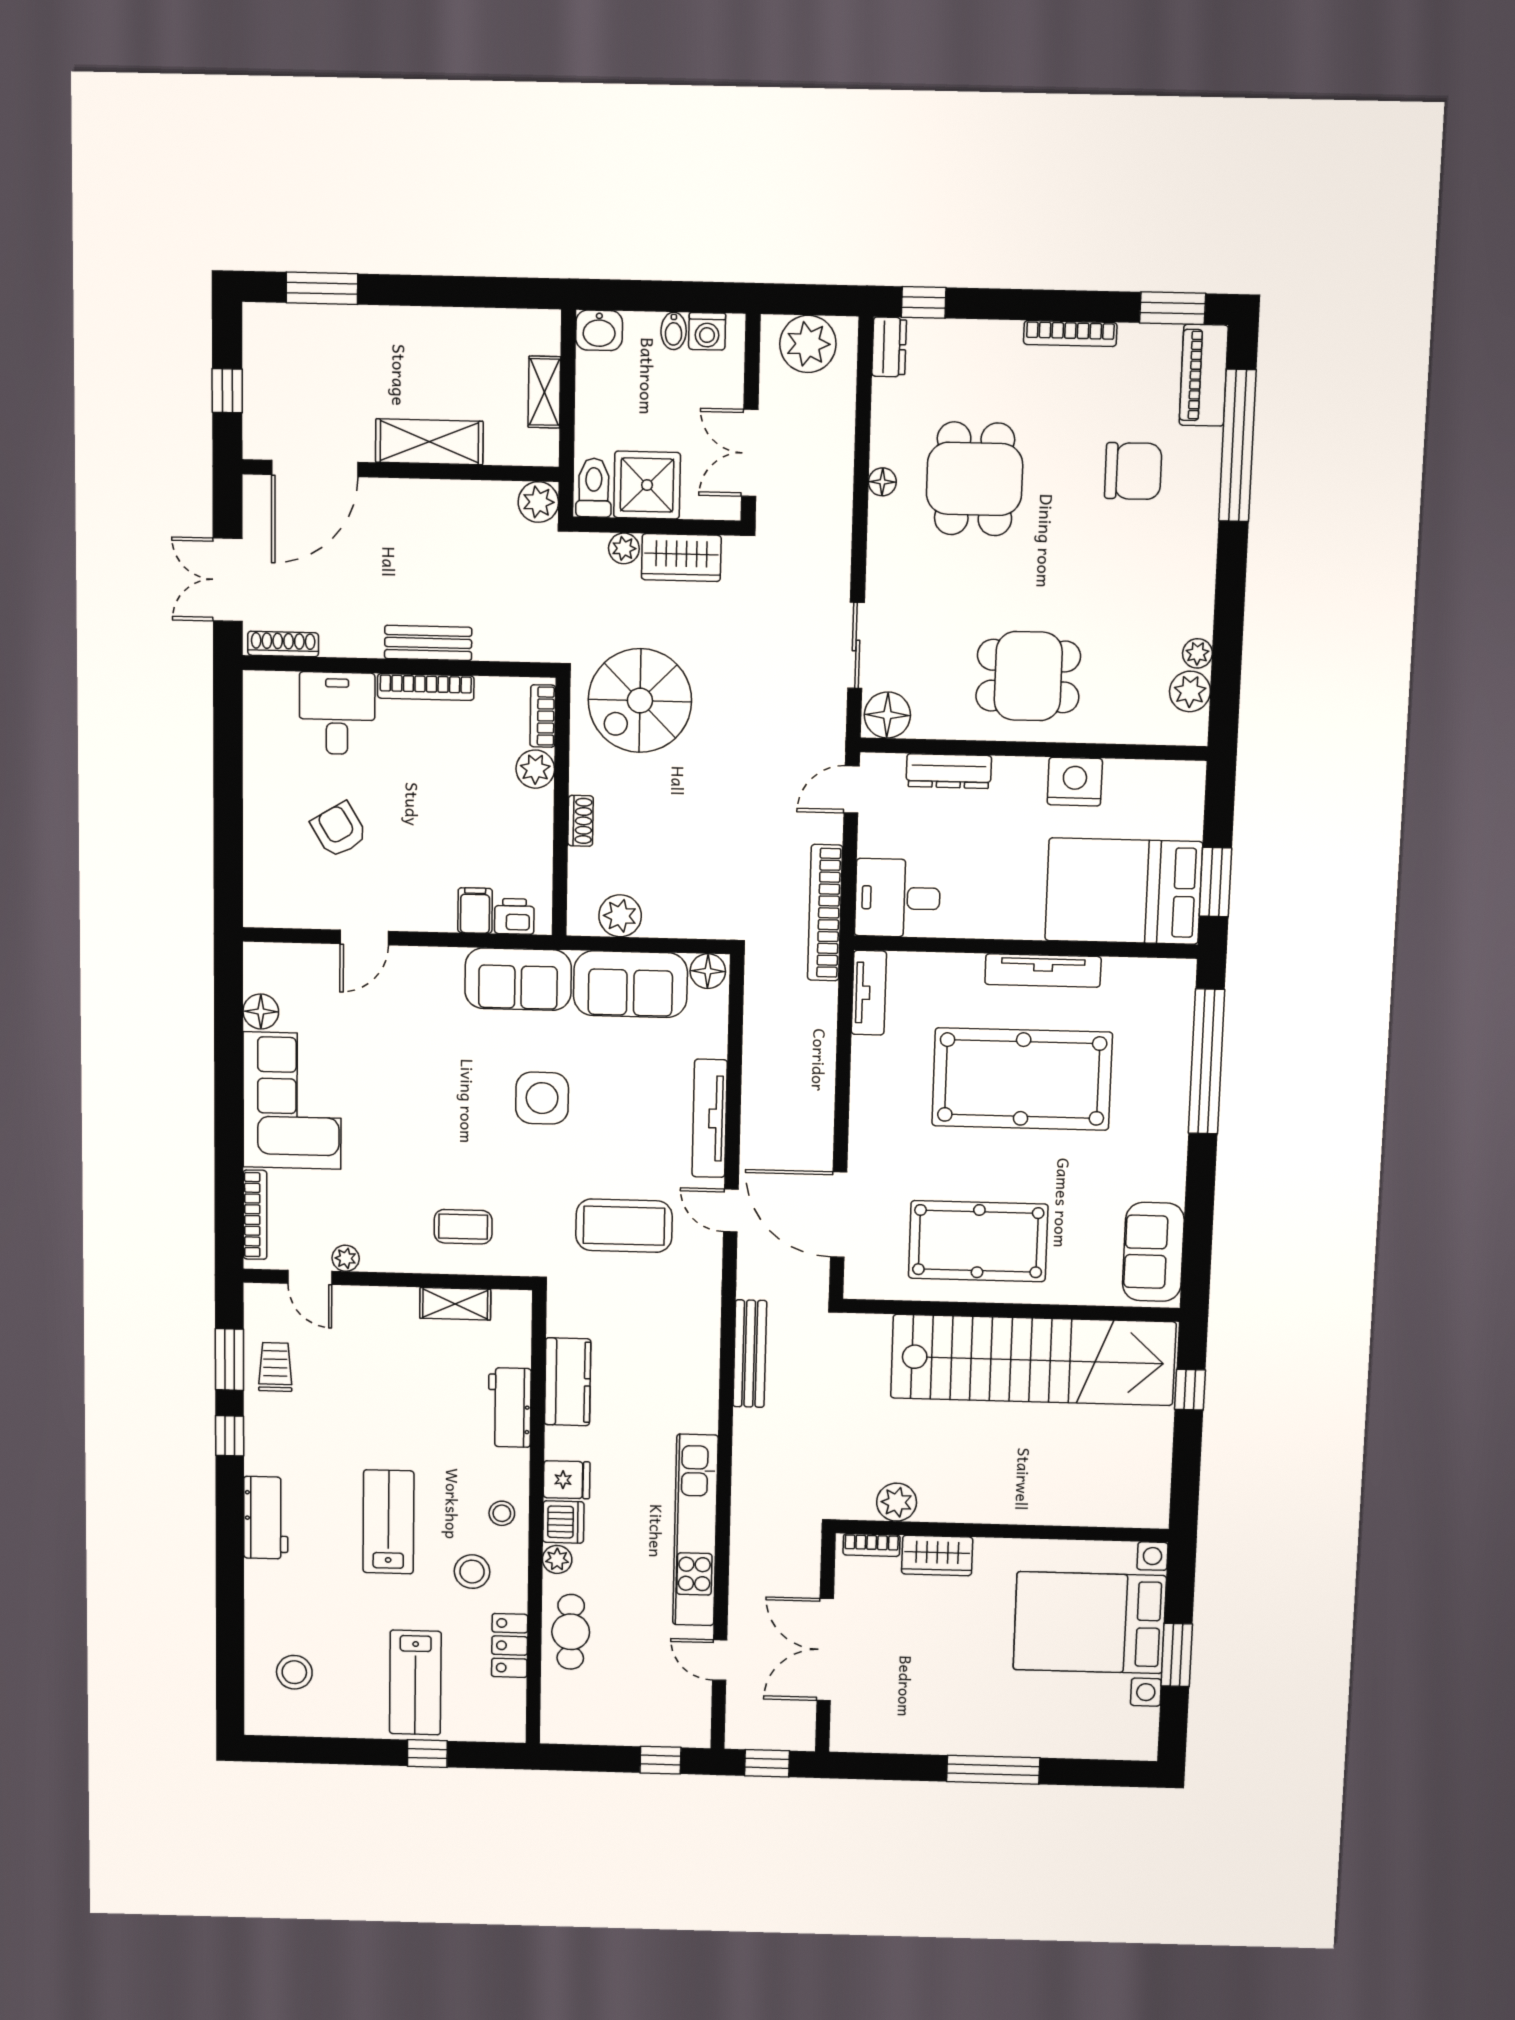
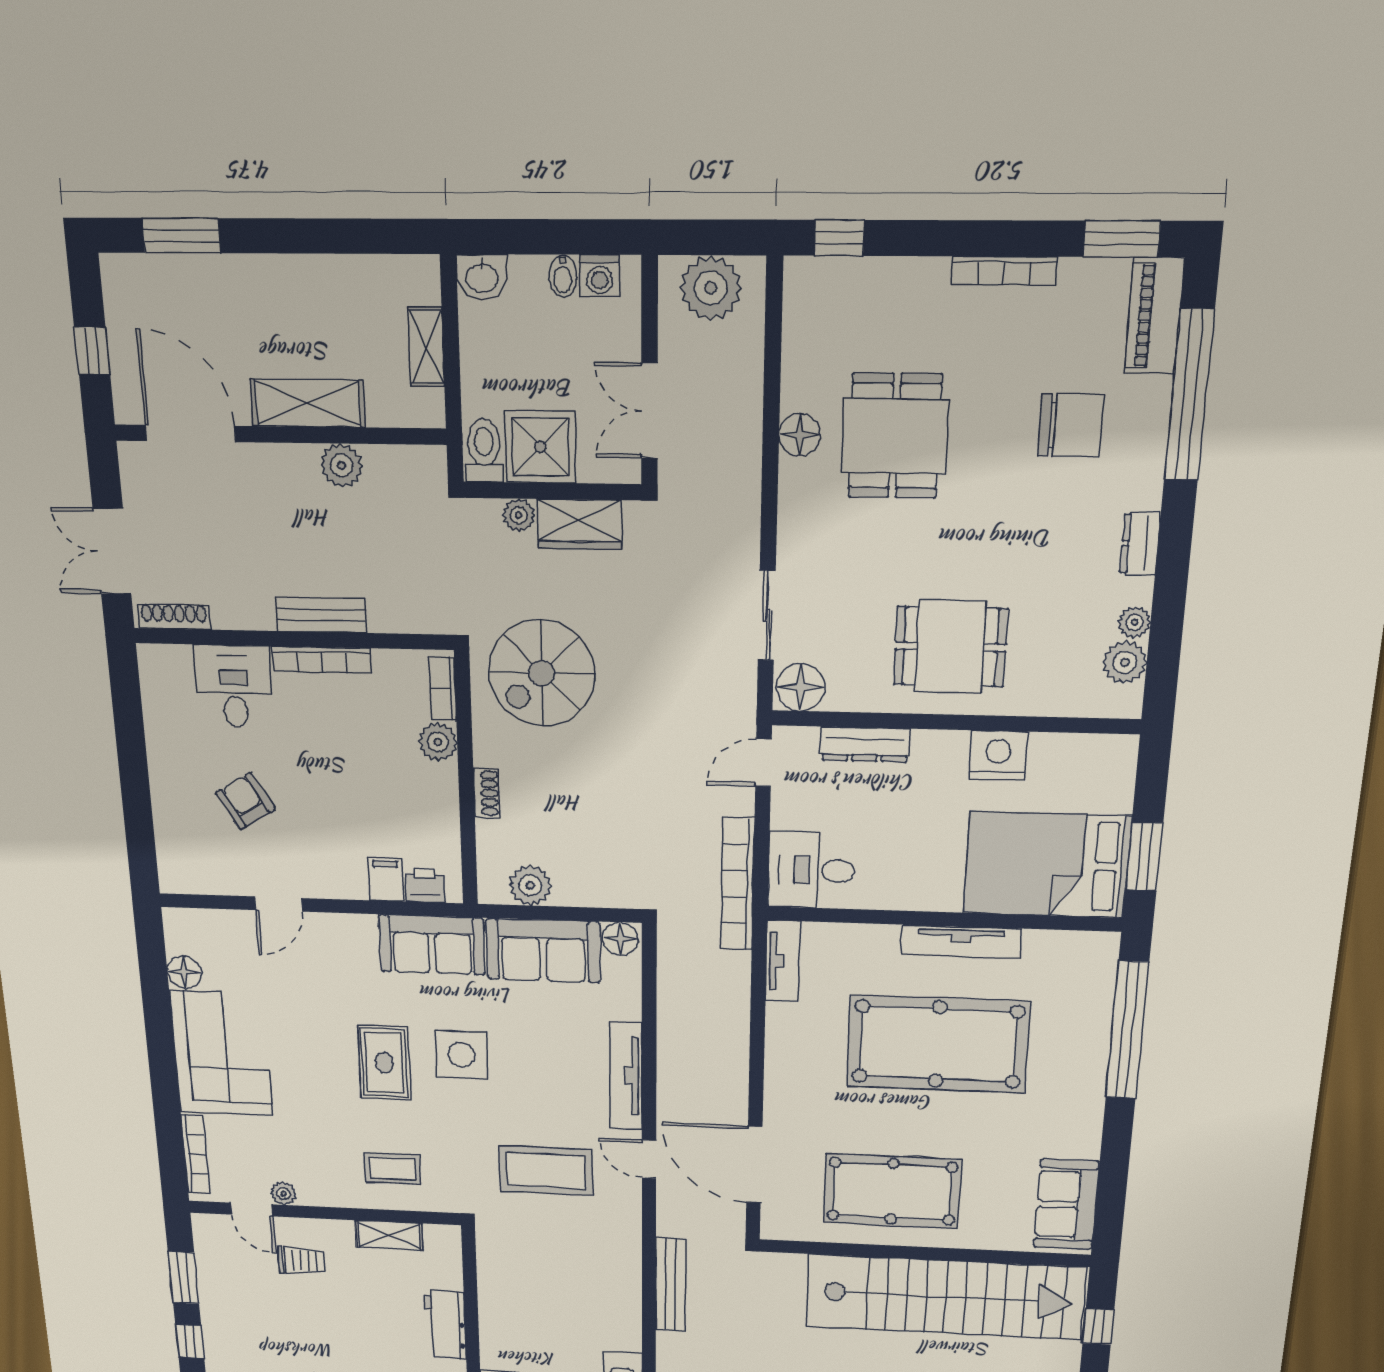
dresser: (889, 347) -> (1140, 544), moved, turned 180
door: (315, 469) -> (191, 434), swing flipped
floor lamp: (882, 482) -> (800, 435), width x1.37, depth x1.37
plant: (538, 502) -> (342, 465), moved
rug: (462, 1108) -> (384, 1063), added
trolley: (275, 1367) -> (302, 1261), moved, turned 90
kitchen counter: (568, 1382) -> (499, 1304), removed

